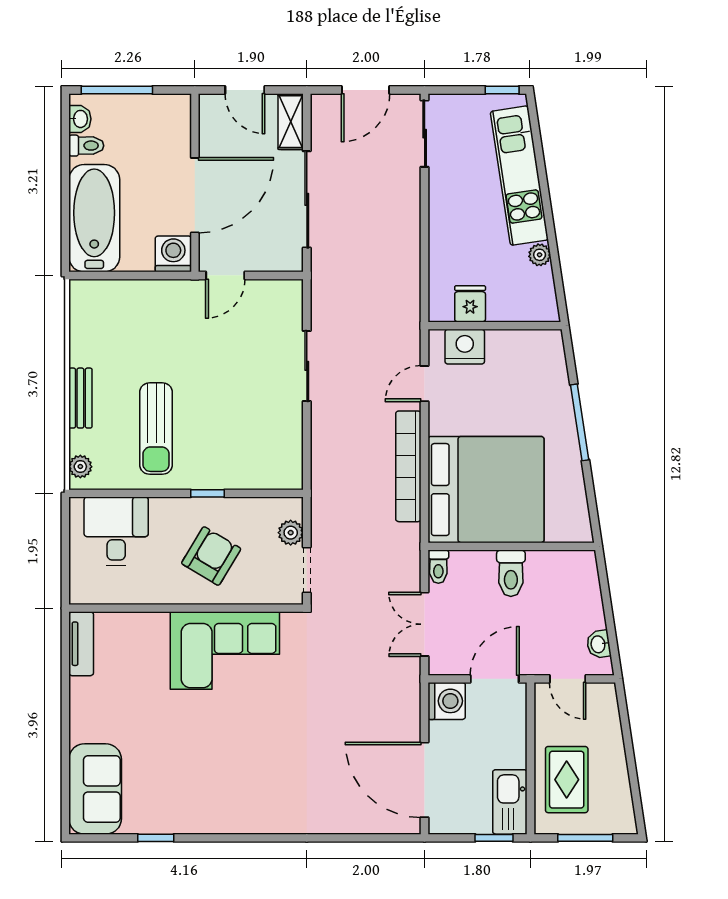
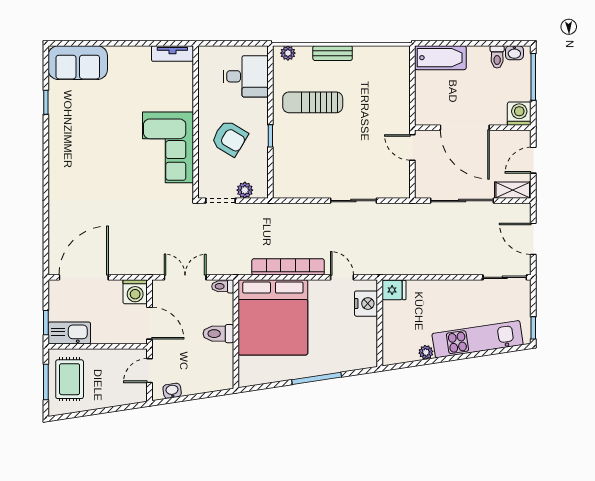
bathtub: (94, 218) -> (440, 58), width x0.73, depth x0.73
washing machine: (173, 254) -> (519, 114), moved, turned -90
fridge: (470, 304) -> (394, 290), moved
rug: (567, 780) -> (70, 379), moved, turned 90

